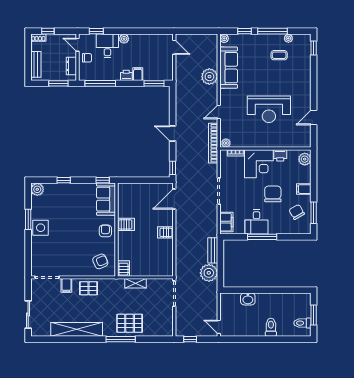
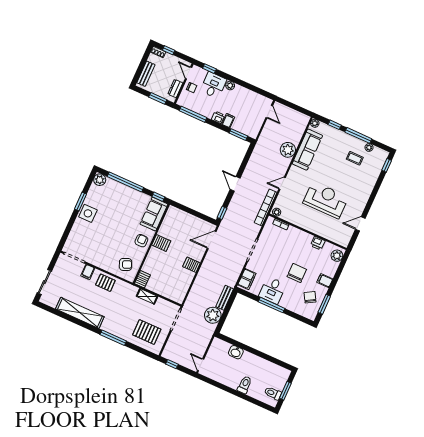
reception desk: (269, 109) -> (326, 200), turned 180
corner desk: (259, 164) -> (296, 242), removed
window: (64, 180) -> (125, 182), width x3.17
pallet: (130, 323) -> (147, 332), moved

